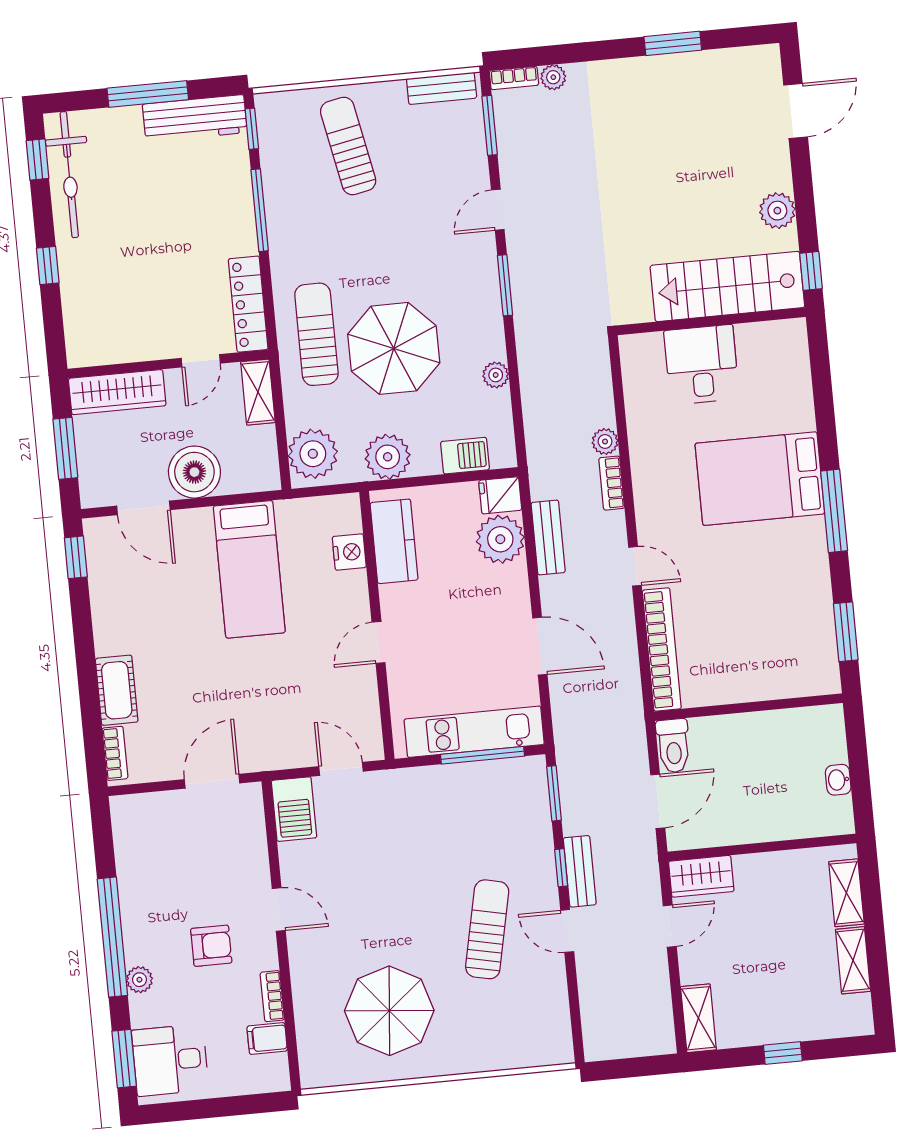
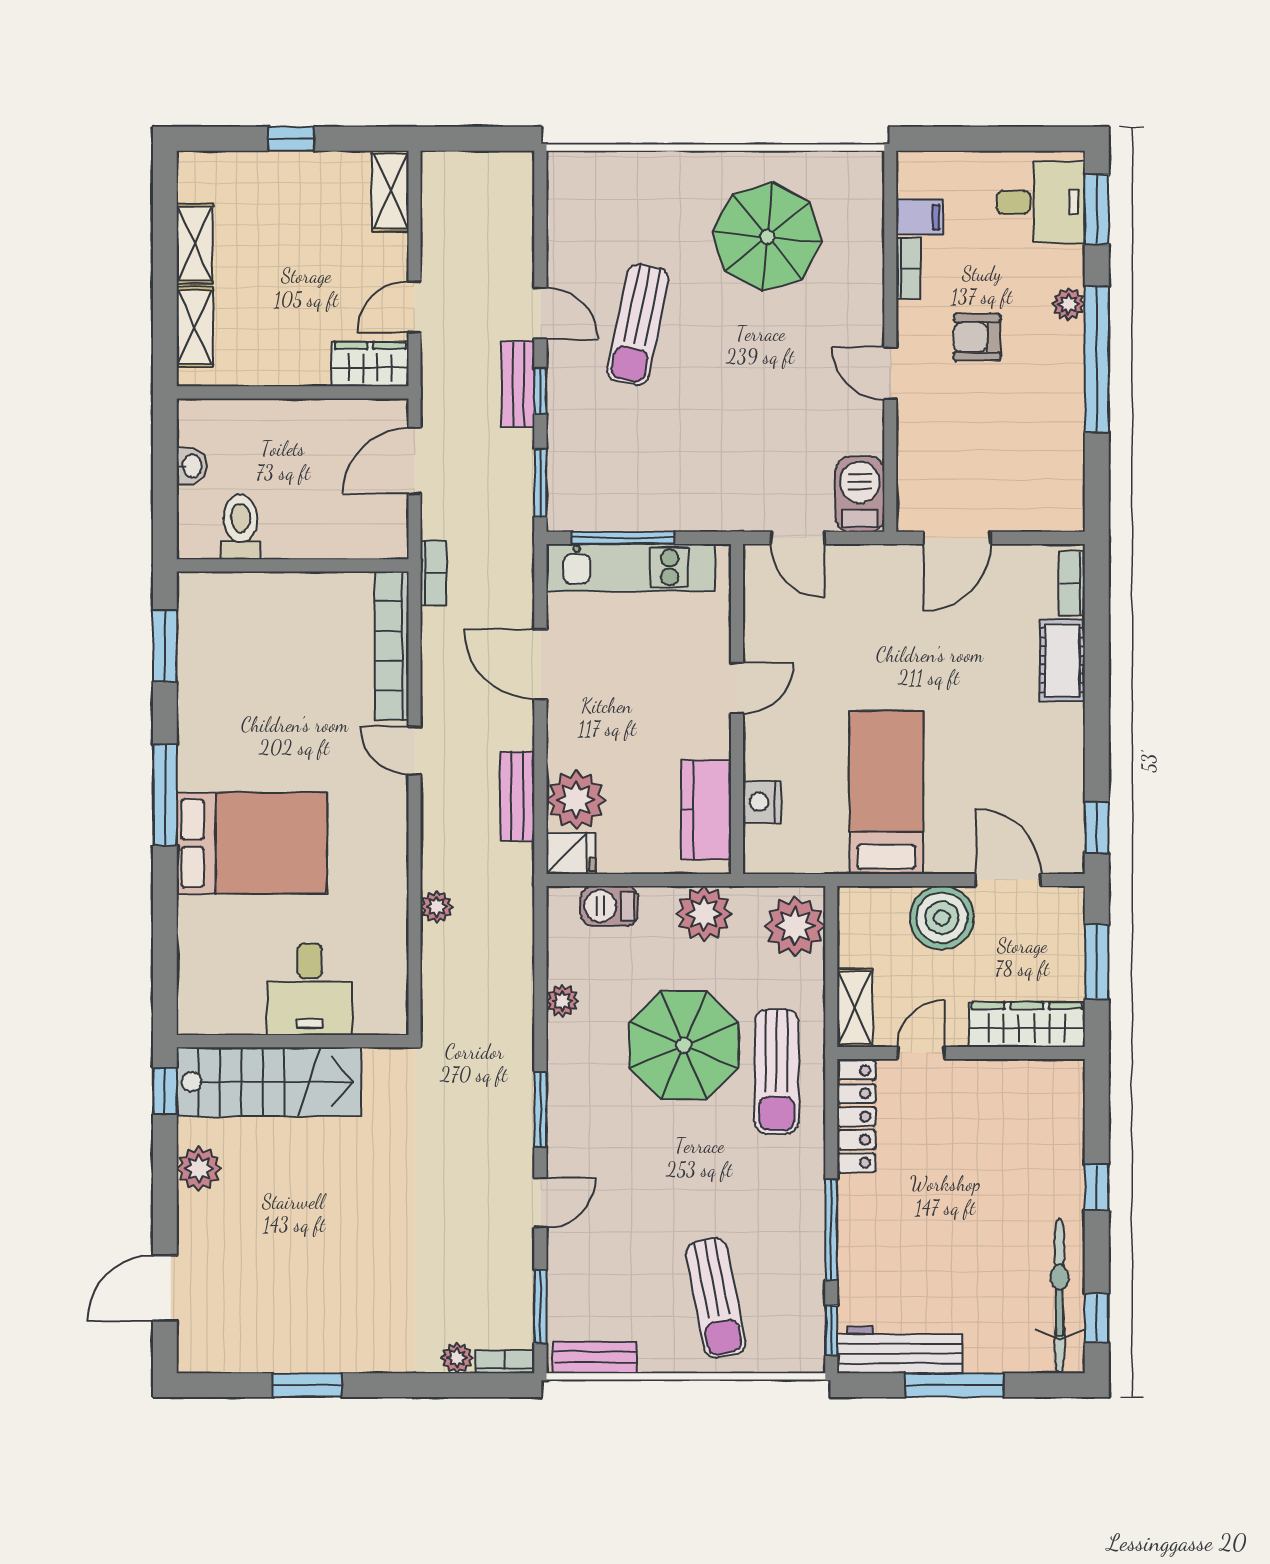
bookcase: (612, 483) -> (433, 573), moved
toilet: (673, 746) -> (241, 527), moved

